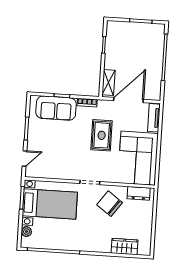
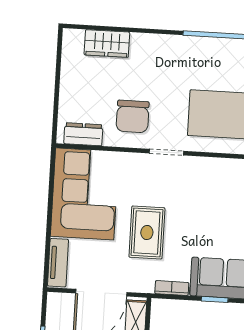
chair: (110, 204) -> (133, 116), turned 54

